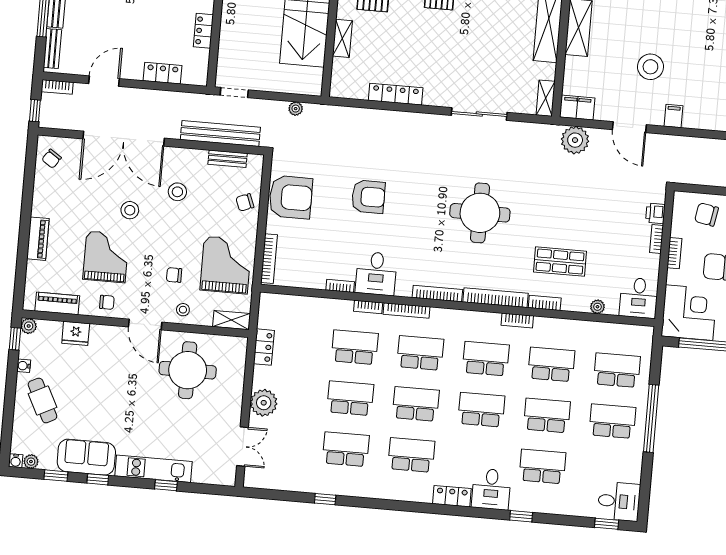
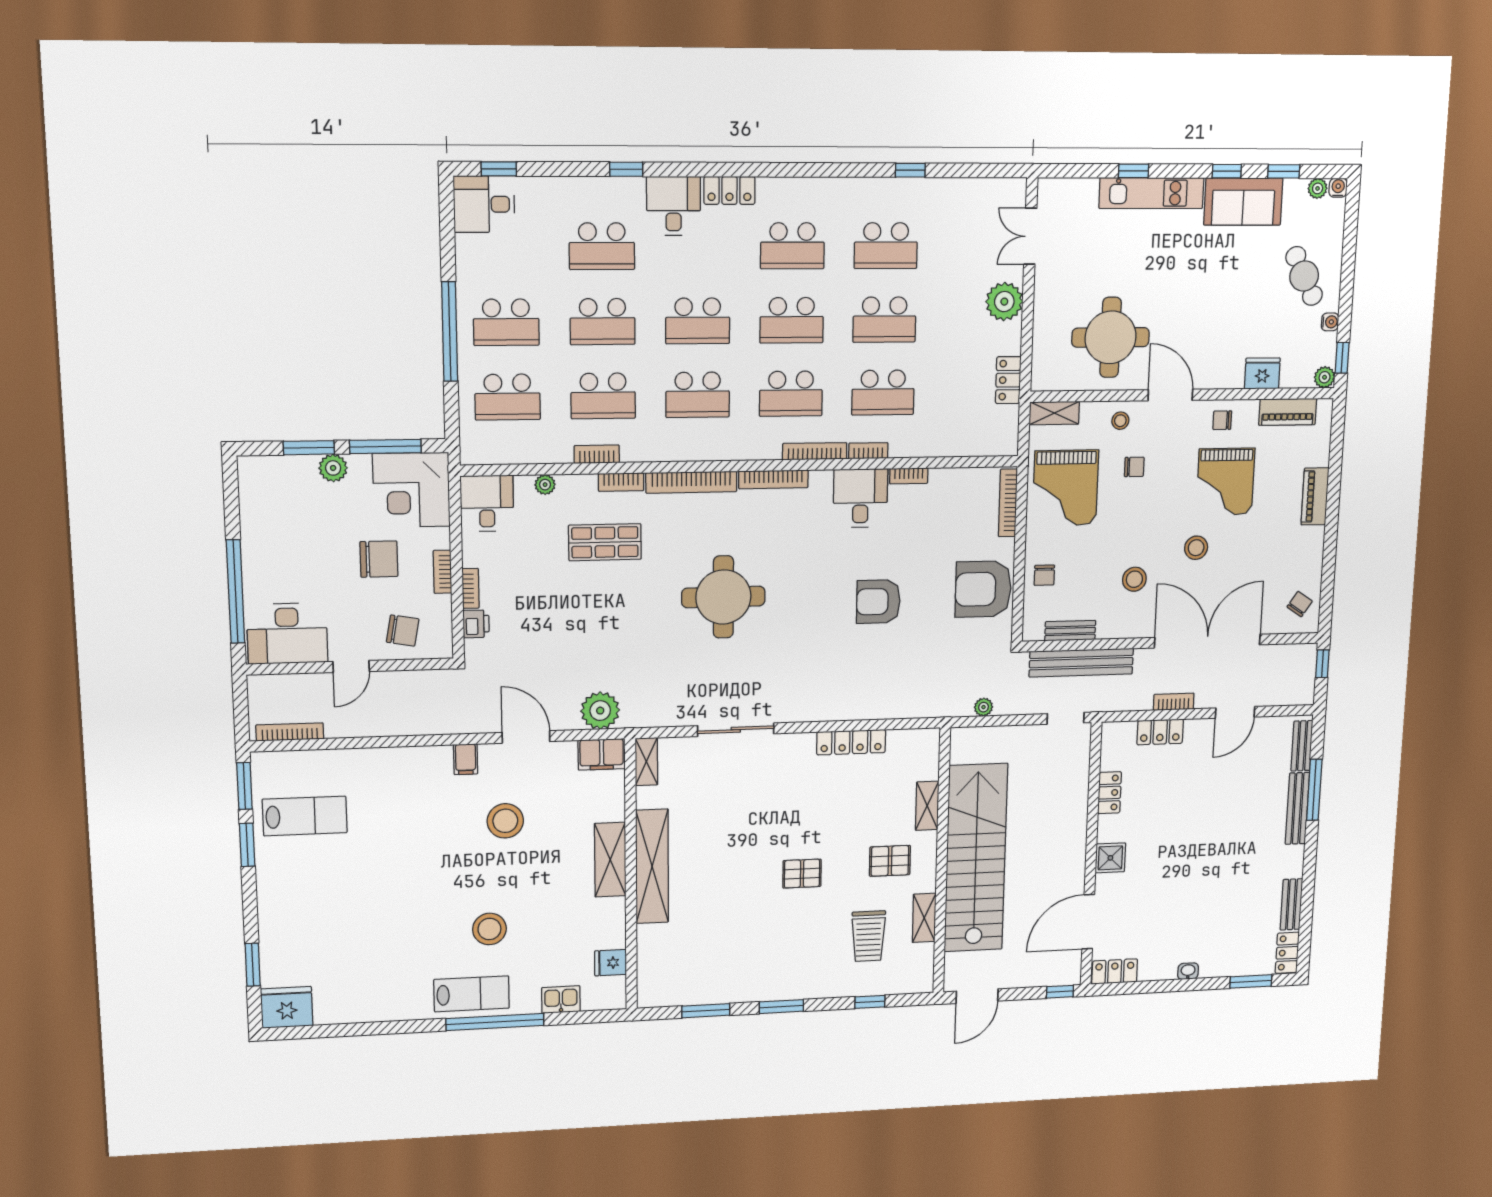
bookcase: (57, 87) -> (1174, 702), moved
chair: (245, 202) -> (1044, 575), turned 111
bookcase: (517, 321) -> (597, 454), moved

